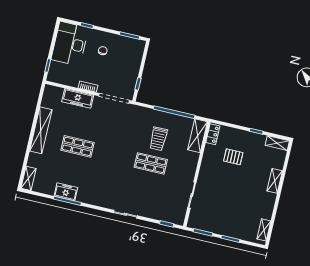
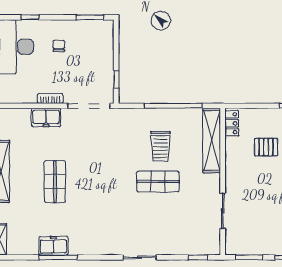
freezer: (78, 98) -> (46, 117), width x0.71
shelving: (197, 136) -> (212, 140), width x1.47
shop shelf: (78, 146) -> (55, 182), turned 90

